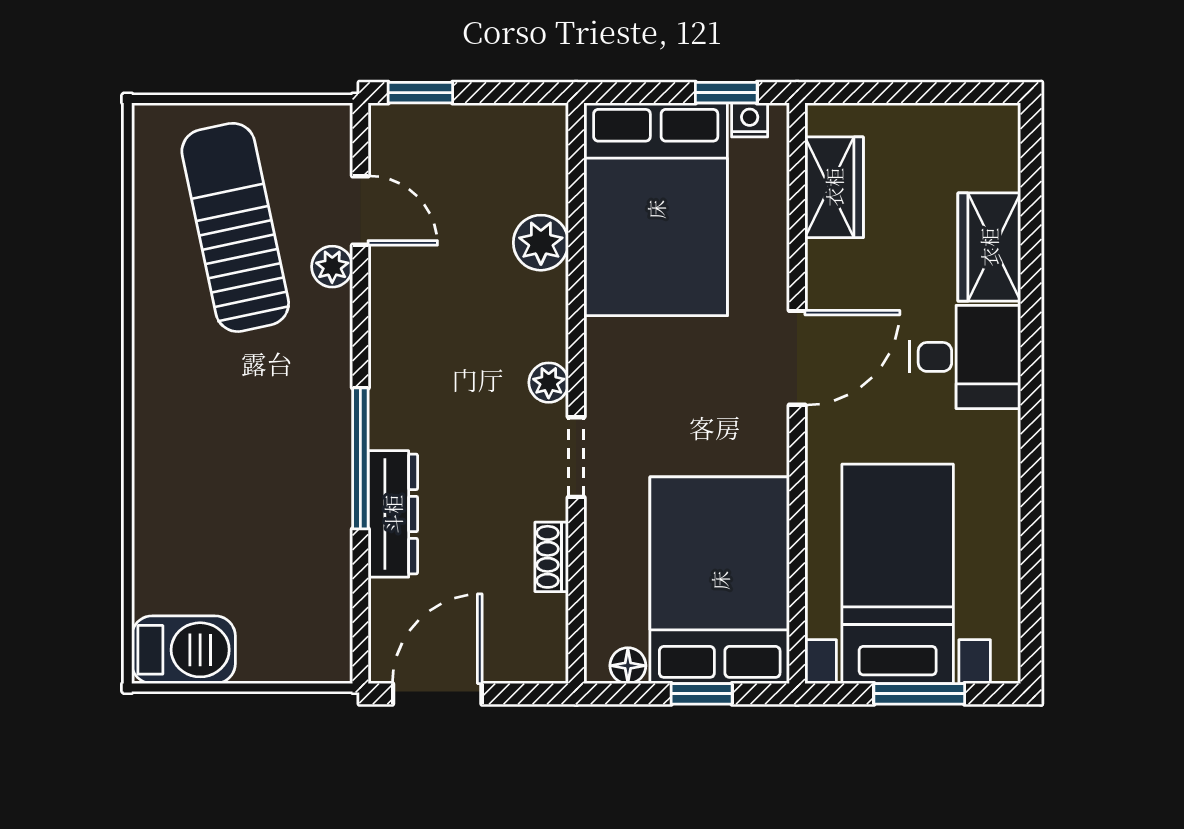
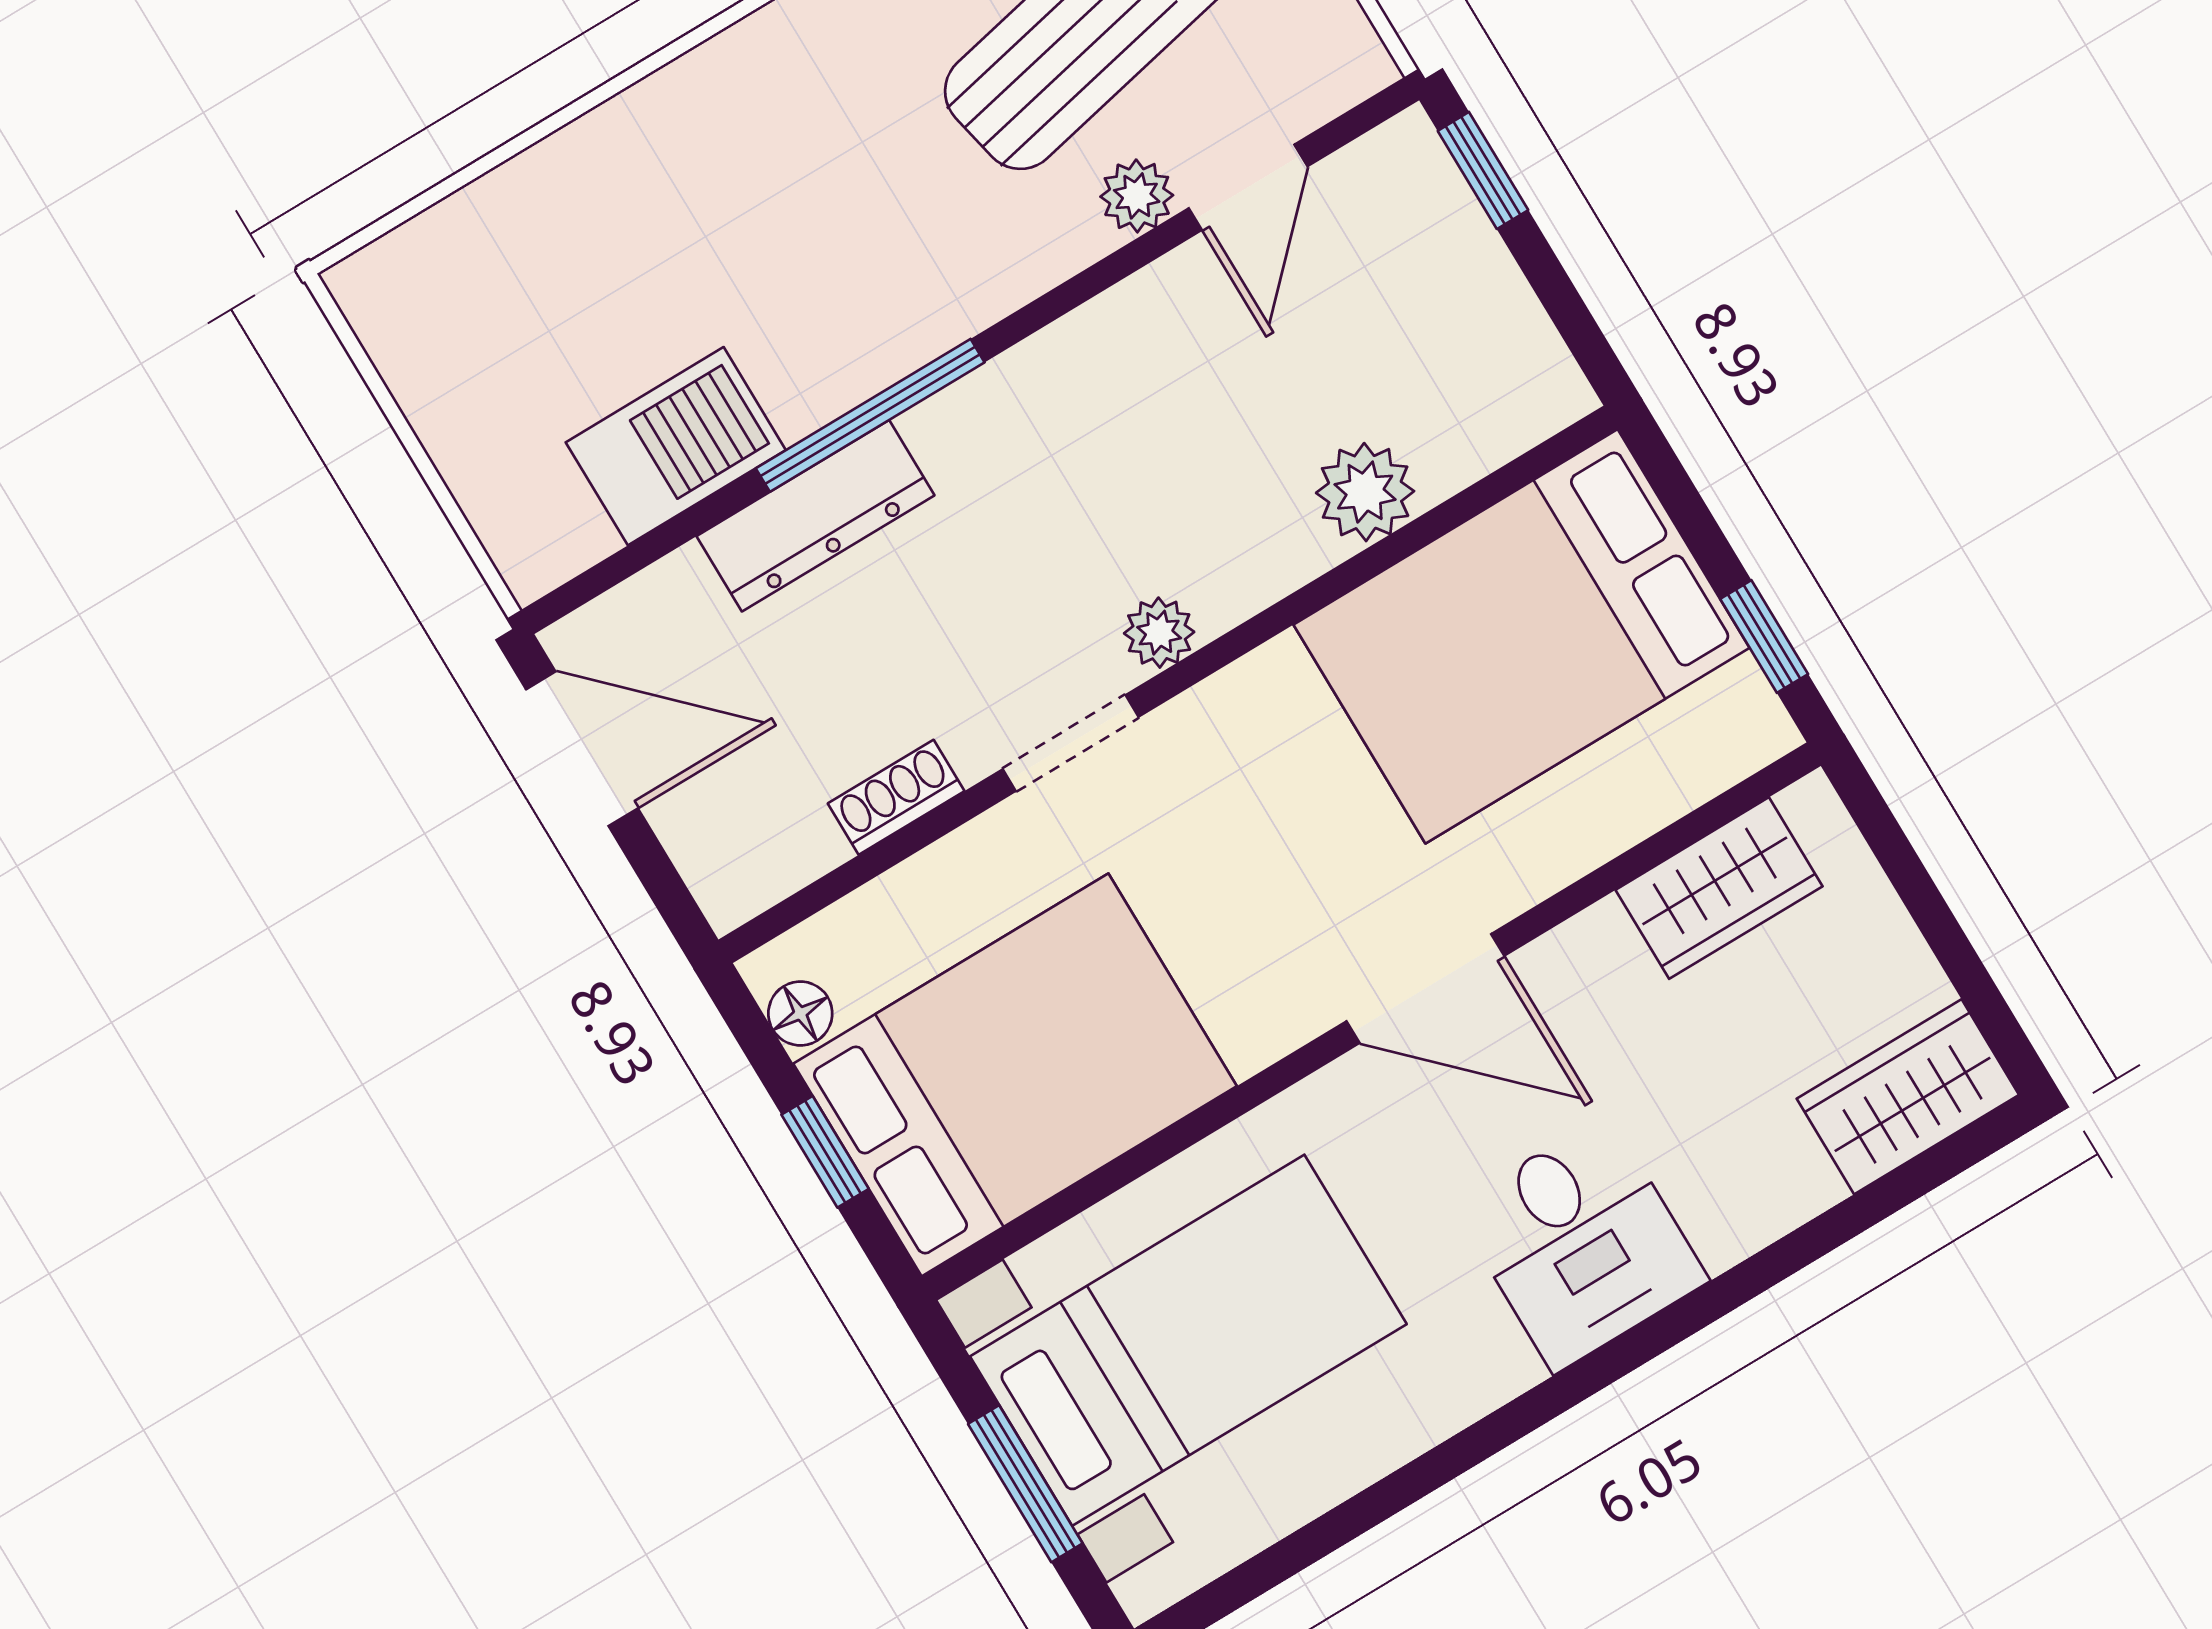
nightstand: (750, 120) -> (1744, 697), removed
wardrobe: (989, 247) -> (1908, 1097), moved
barbecue: (184, 650) -> (676, 446), moved, turned -90

